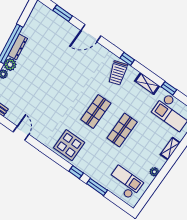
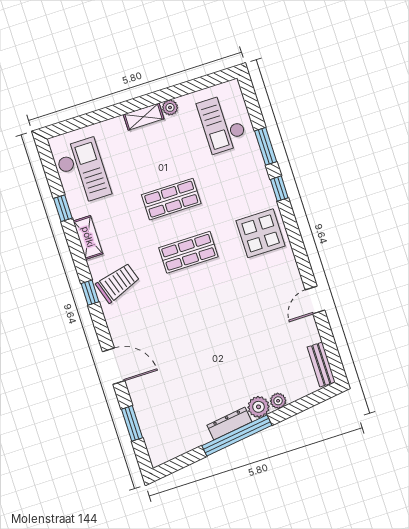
shelving: (170, 149) -> (144, 117), moved

